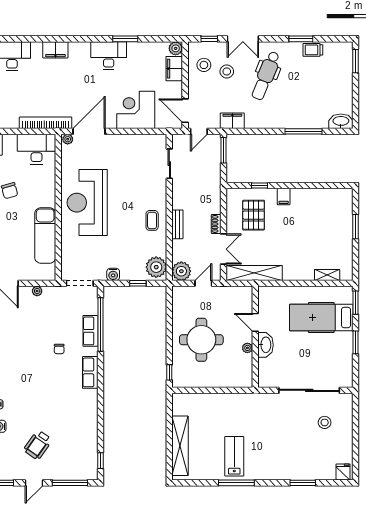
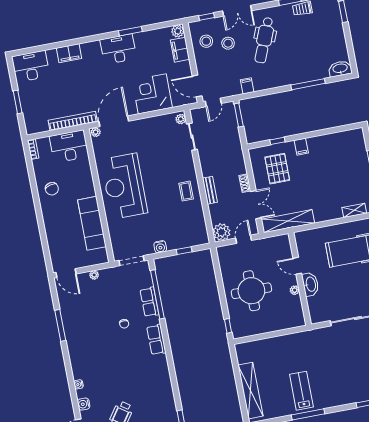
filing cabinet: (232, 121) -> (247, 86), width x0.50
plant: (156, 267) -> (181, 119), moved, width x0.53, depth x0.53

